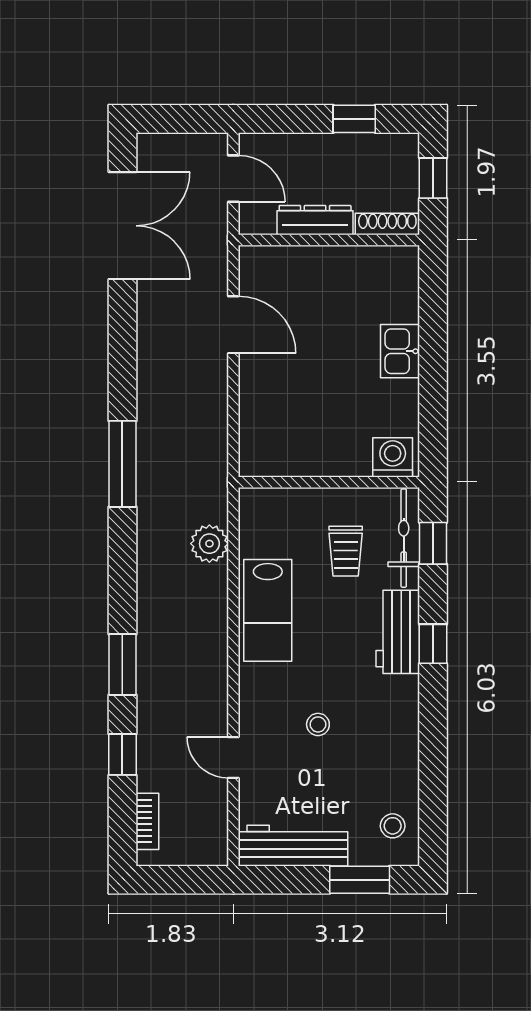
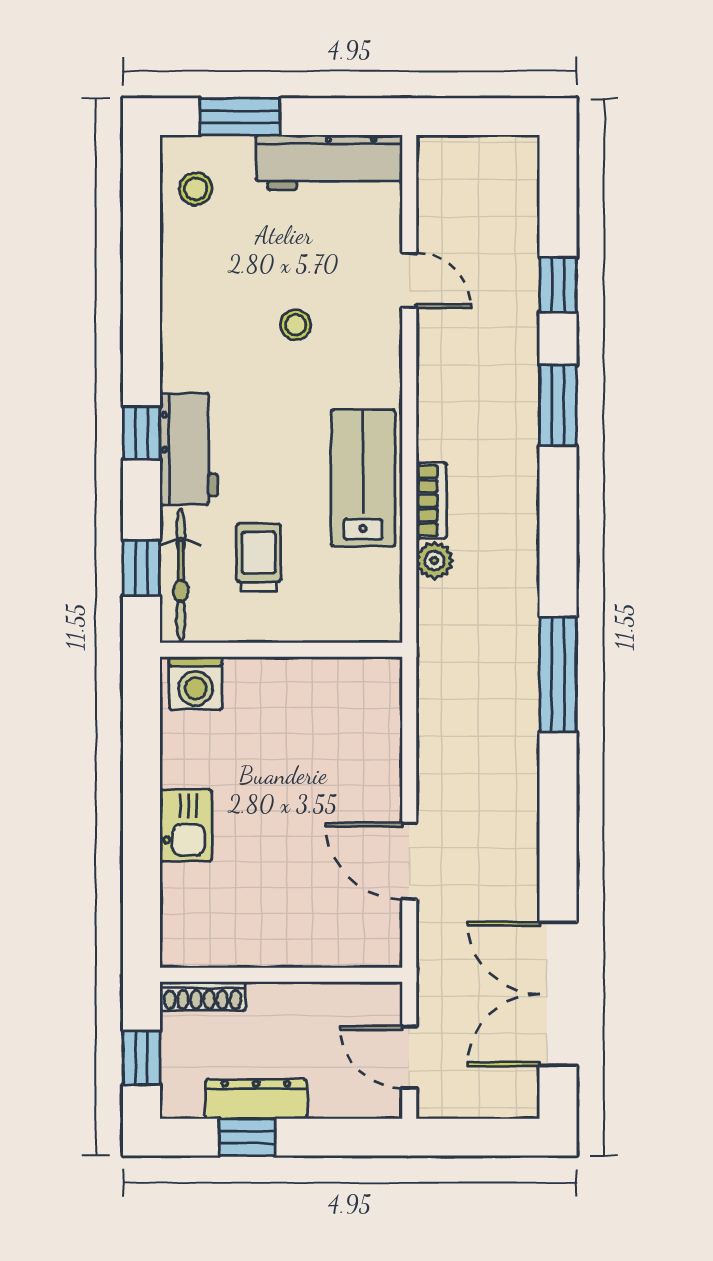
dresser: (315, 220) -> (256, 1099), moved, turned 180
plant: (209, 544) -> (434, 561), width x0.73, depth x0.73
bookcase: (147, 821) -> (431, 501), moved, turned 180

